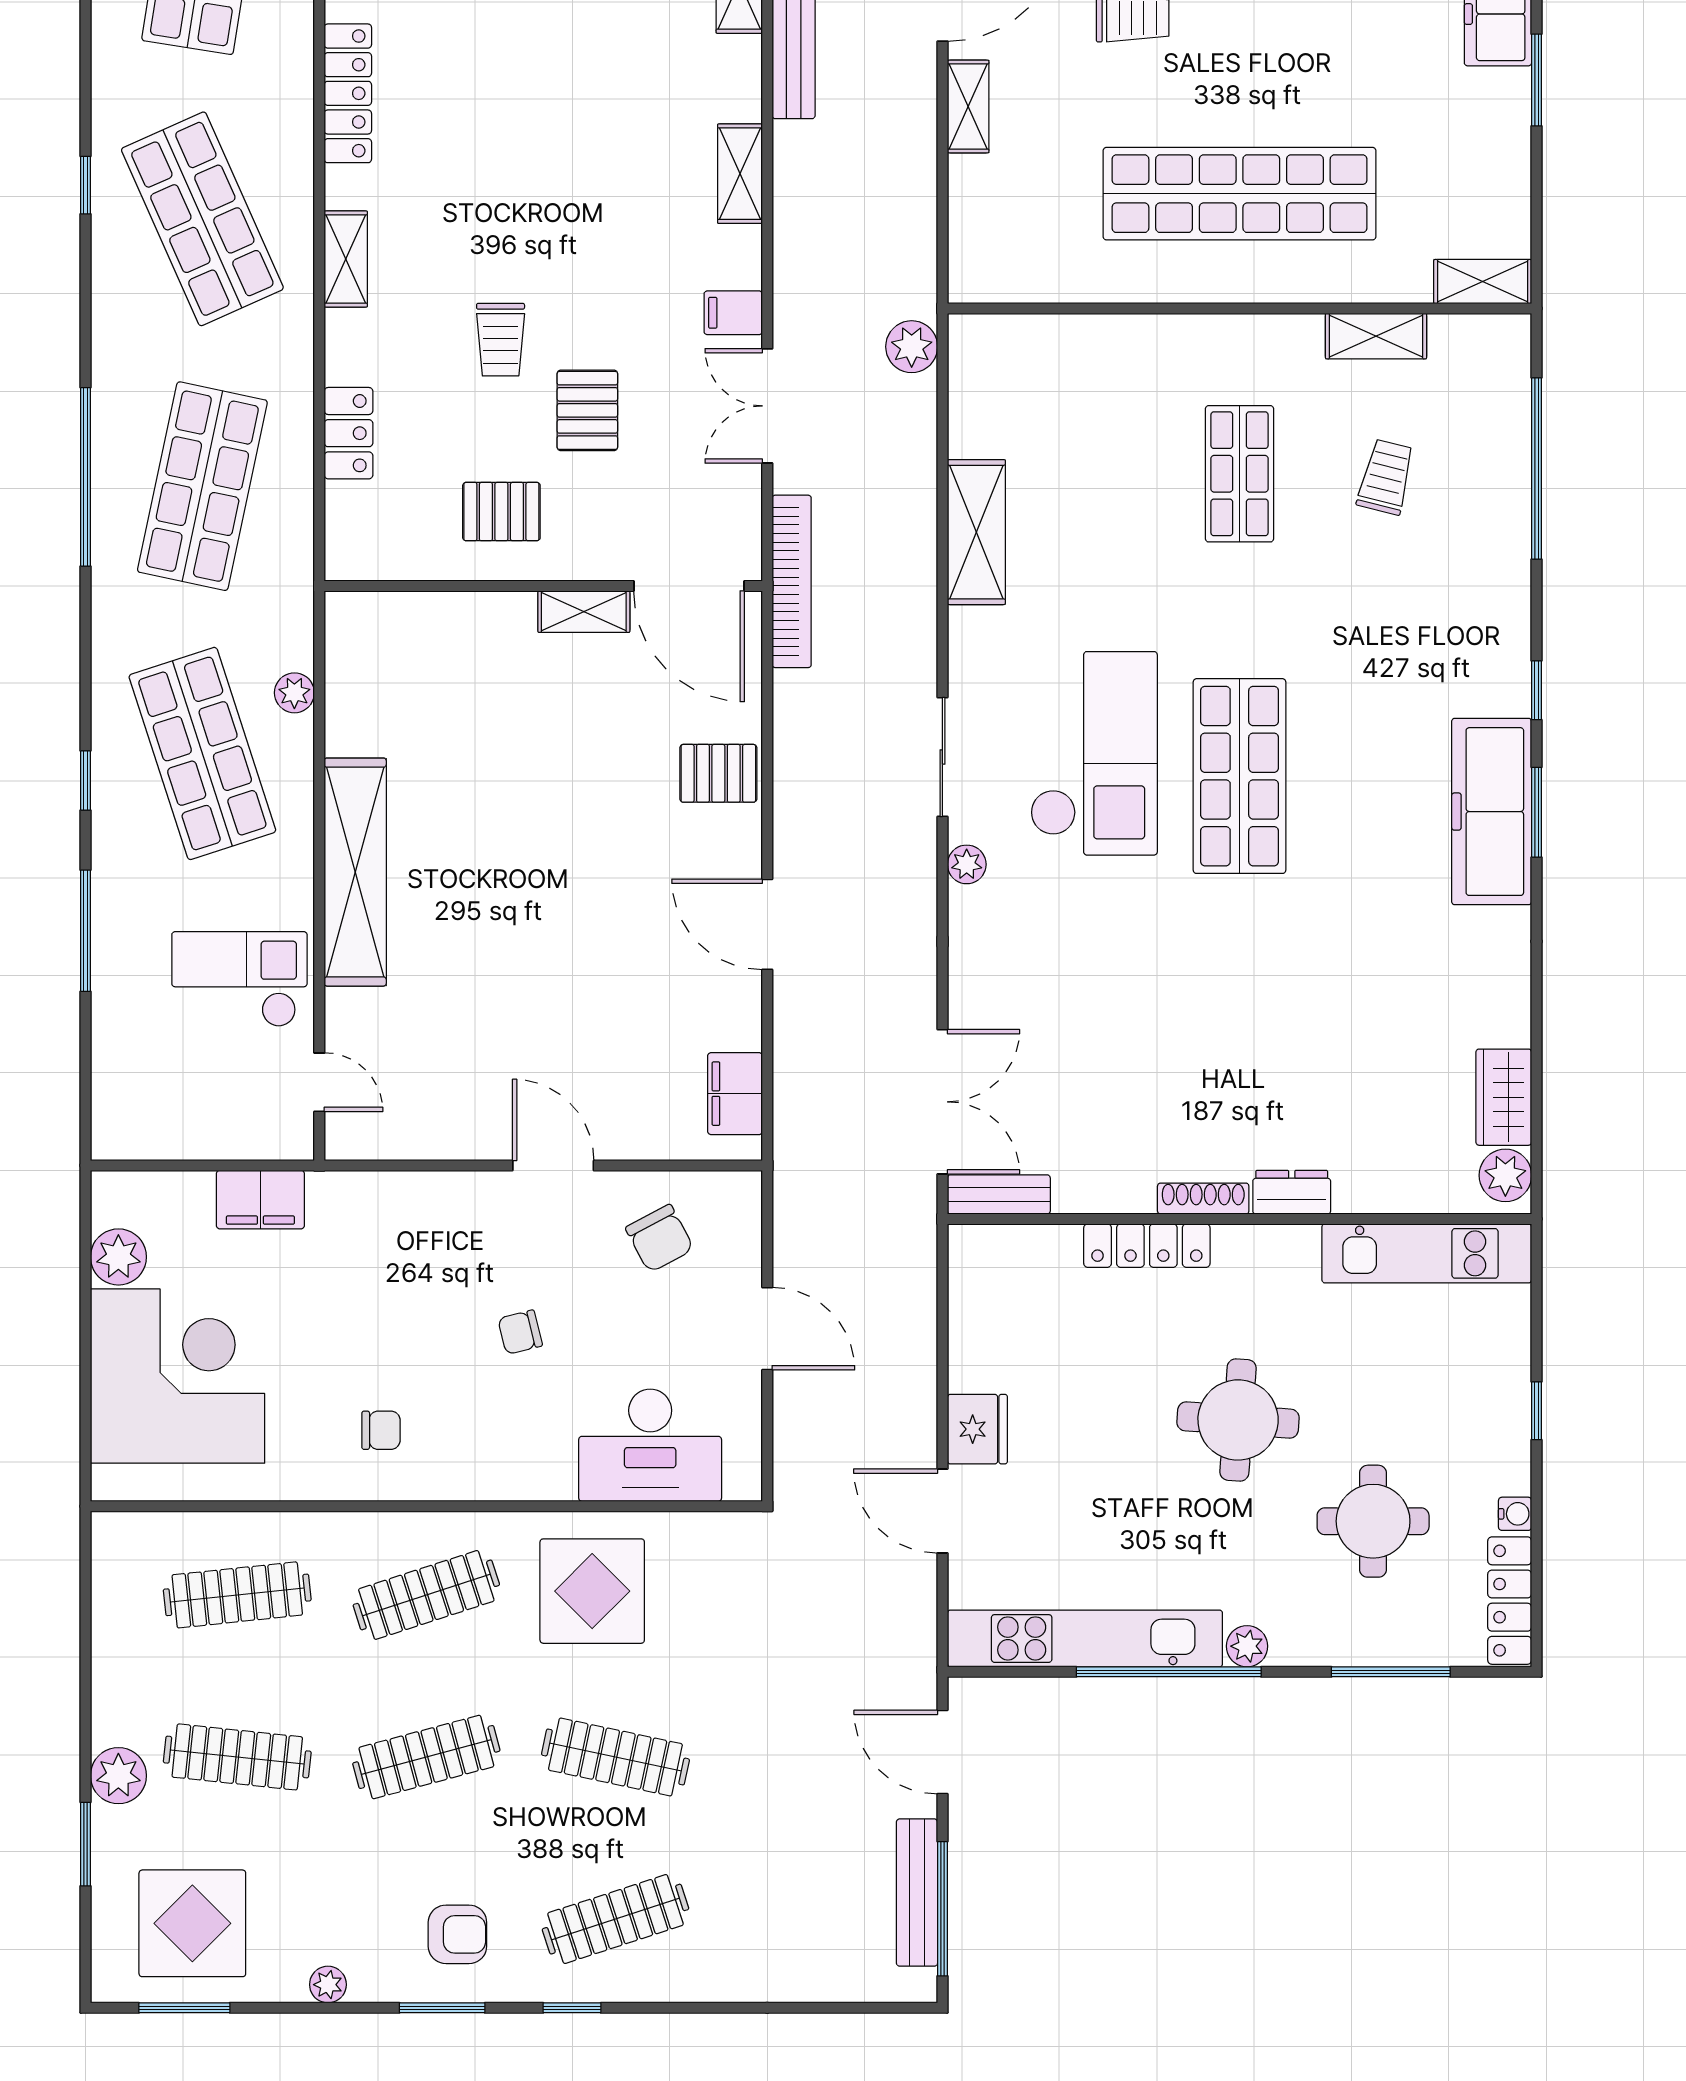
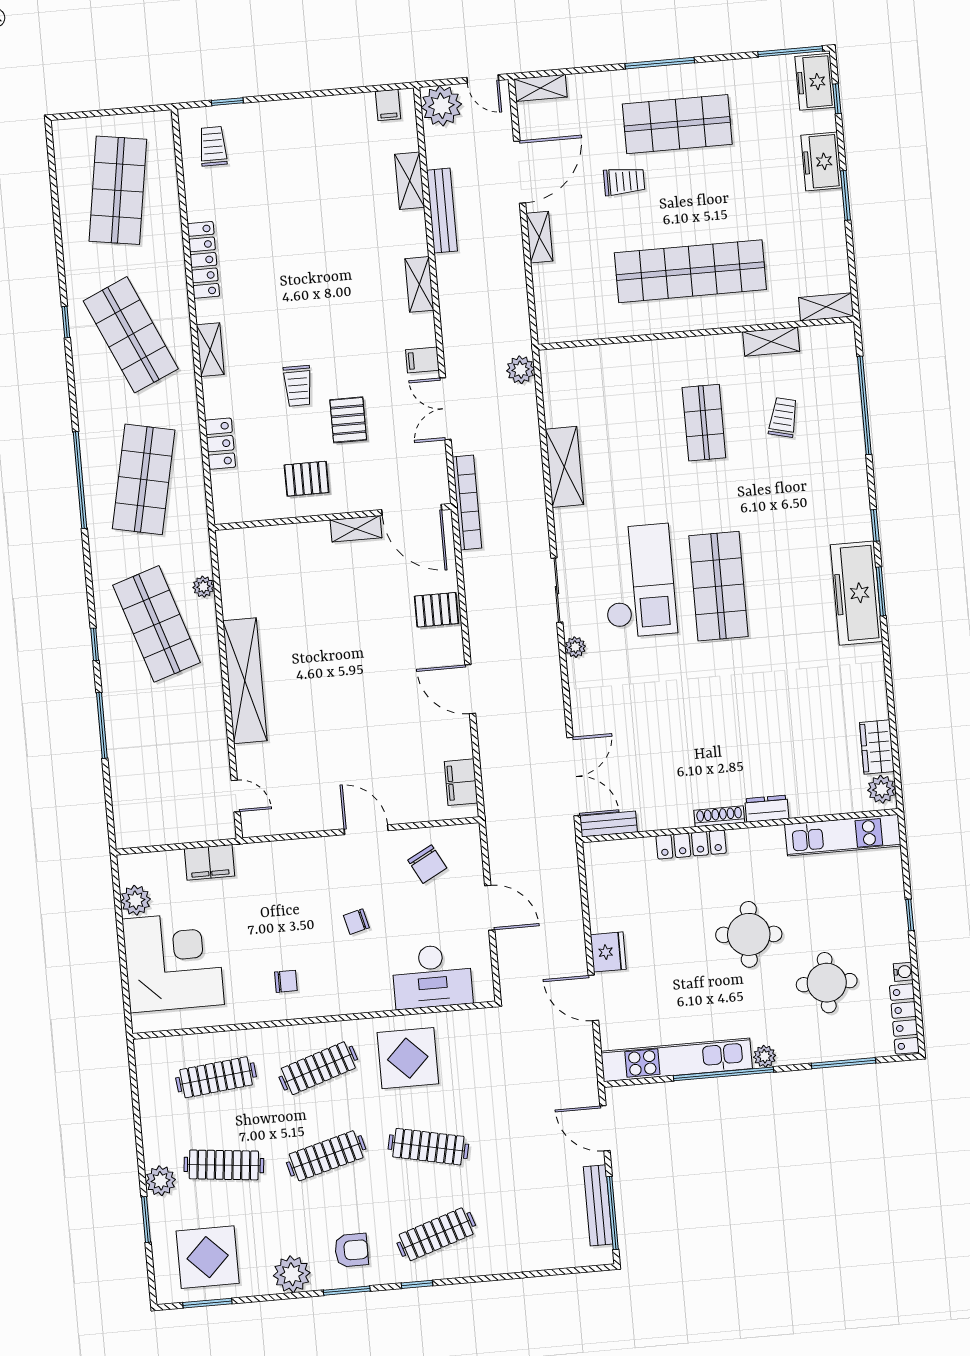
checkout: (239, 979) -> (188, 744), removed
plant: (328, 1985) -> (292, 1274), width x1.88, depth x1.88

